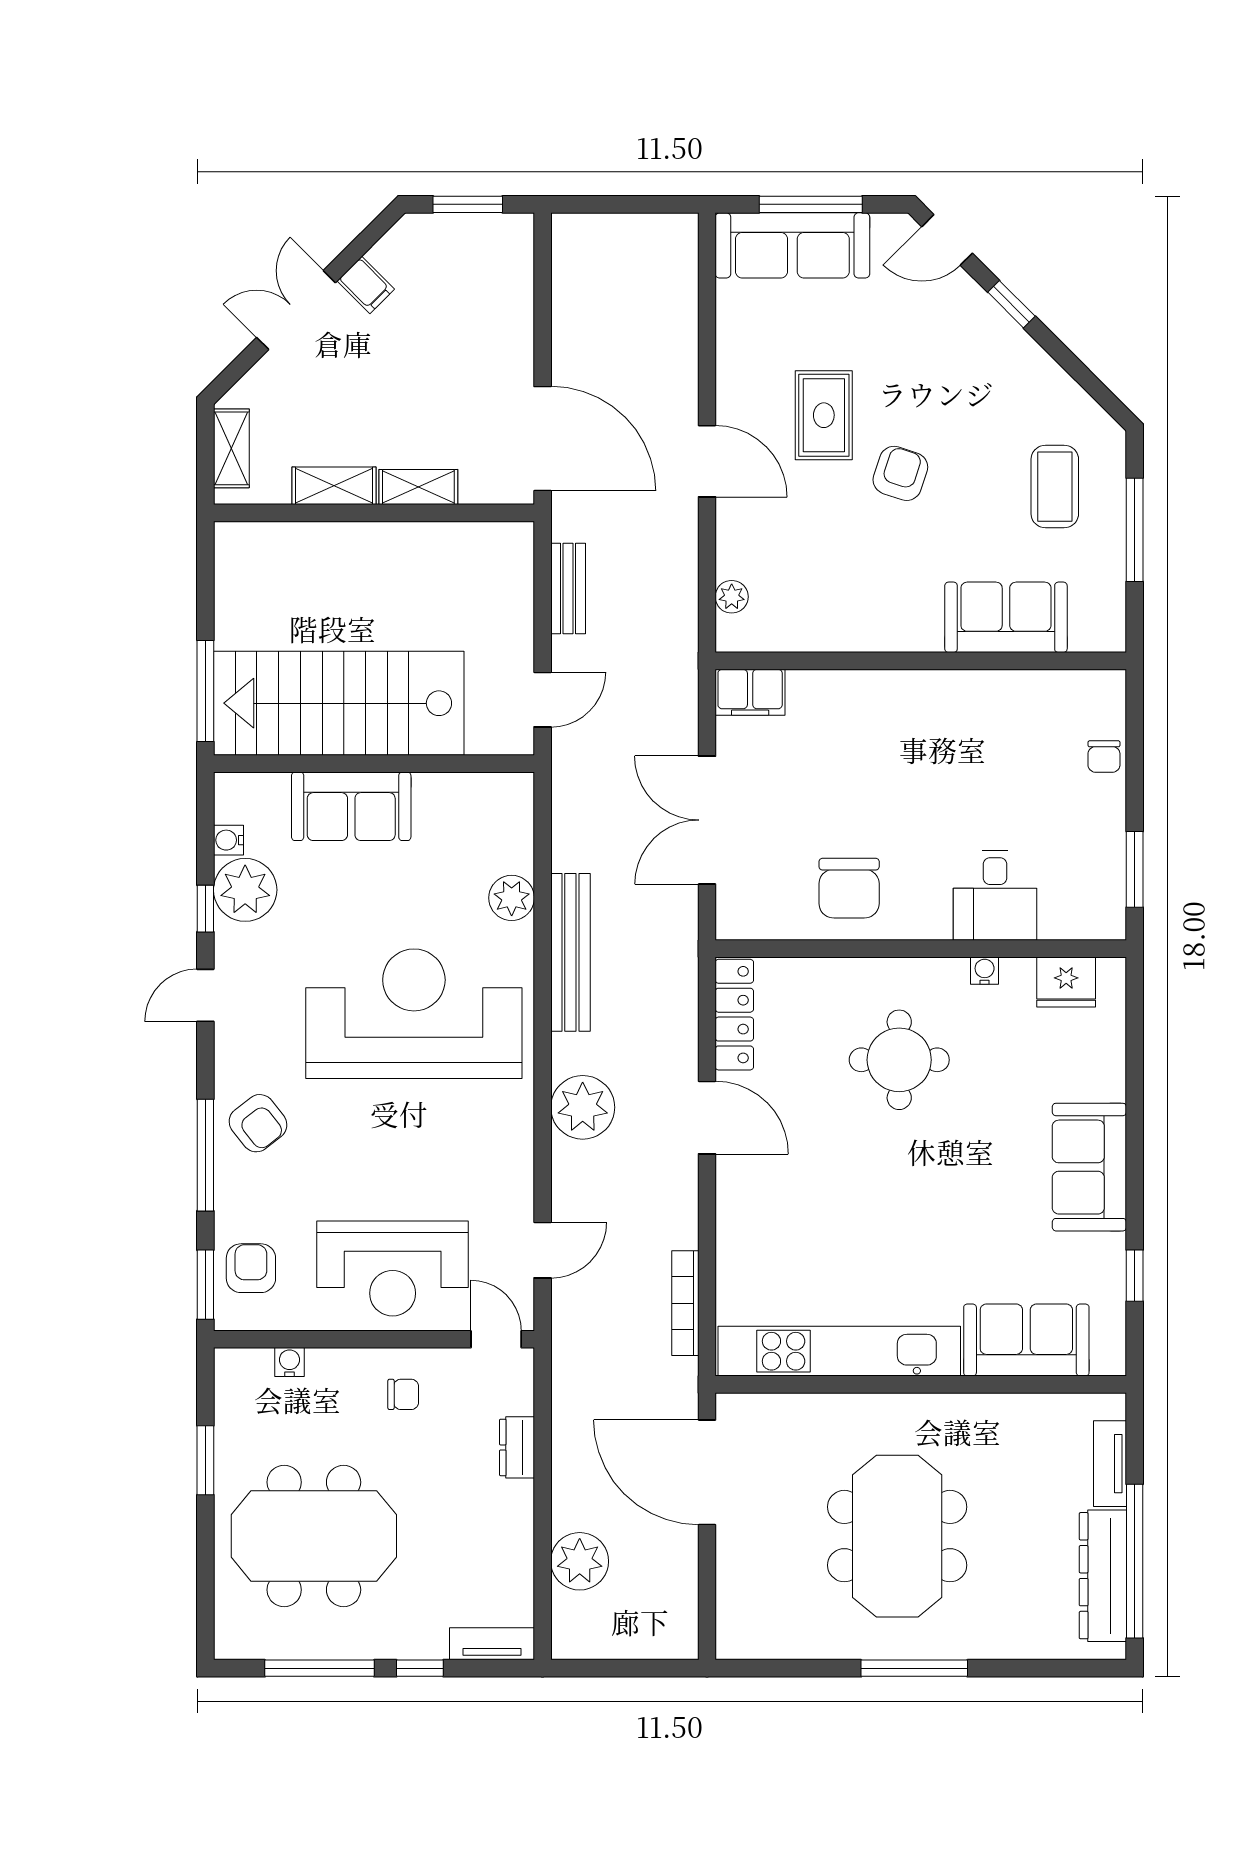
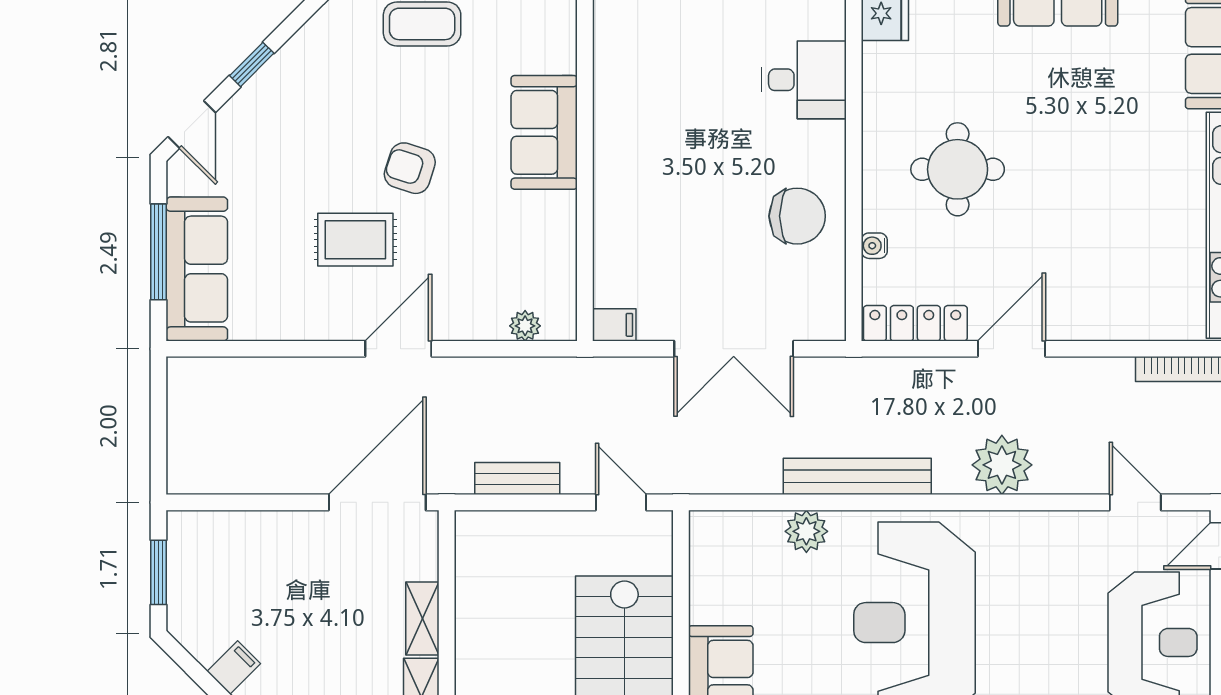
sofa: (1006, 617) -> (544, 132), moved
filing cabinet: (750, 692) -> (614, 325), width x0.50
water cooler: (985, 971) -> (874, 246), moved

